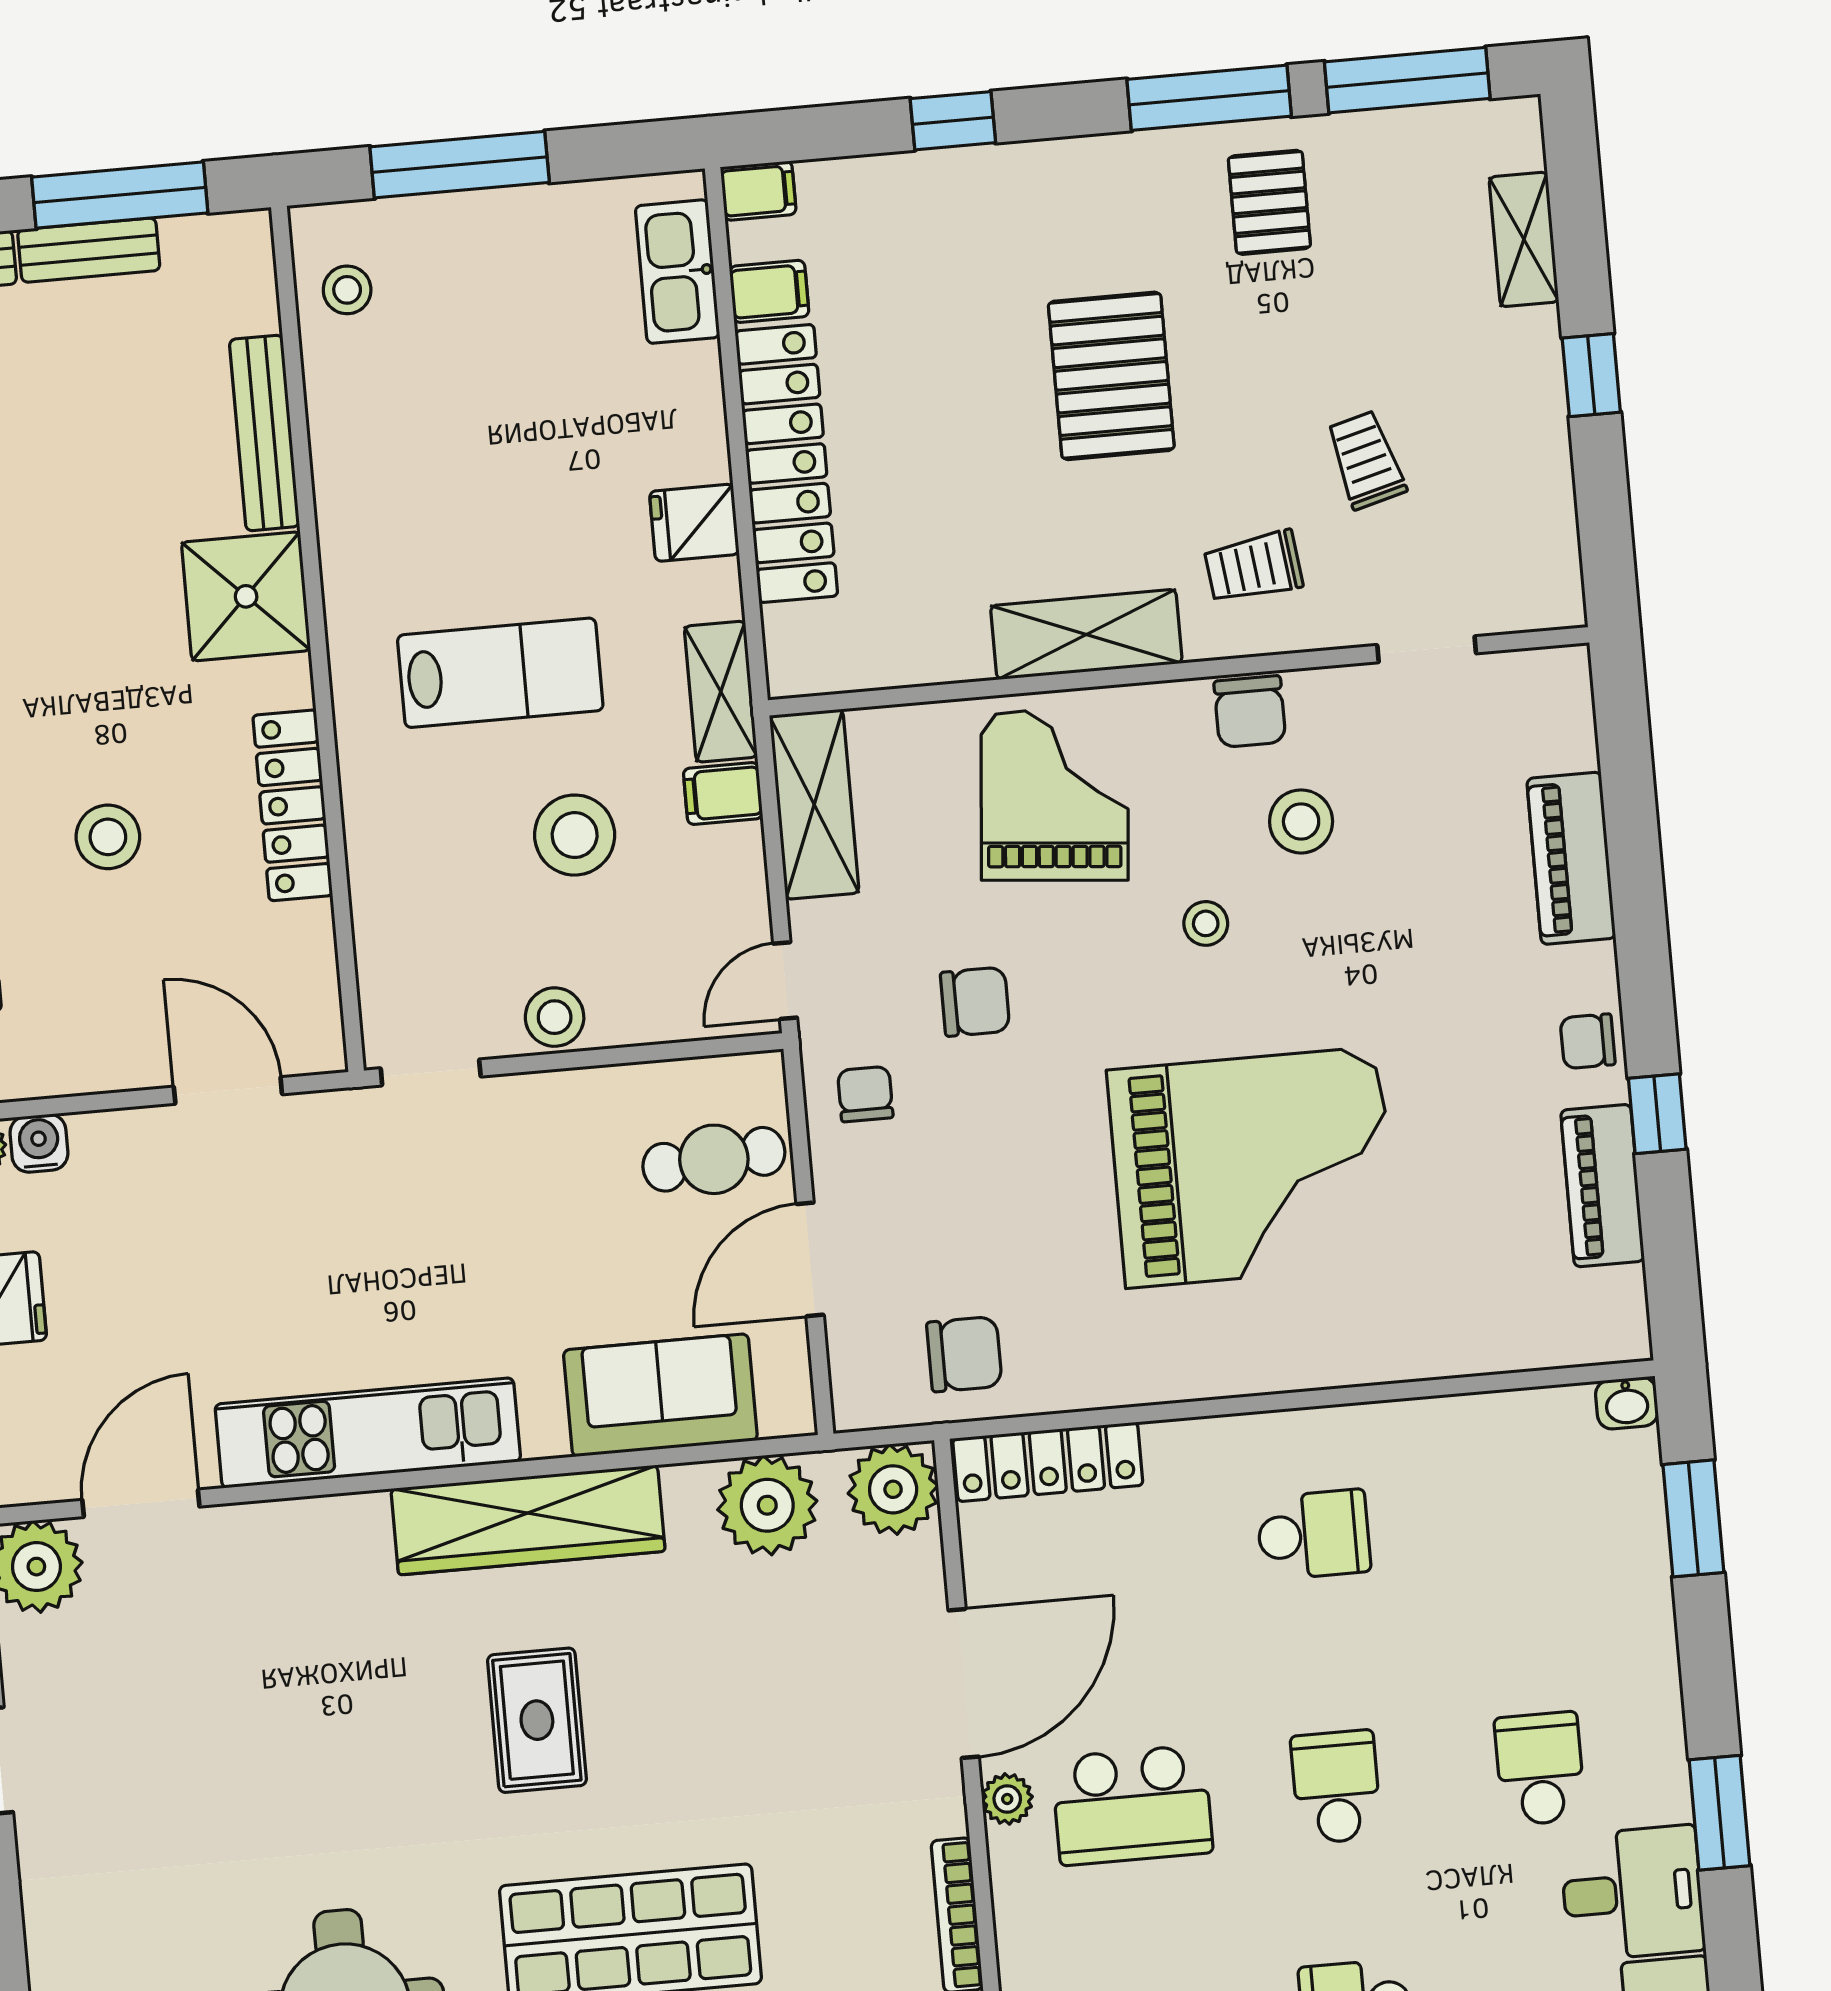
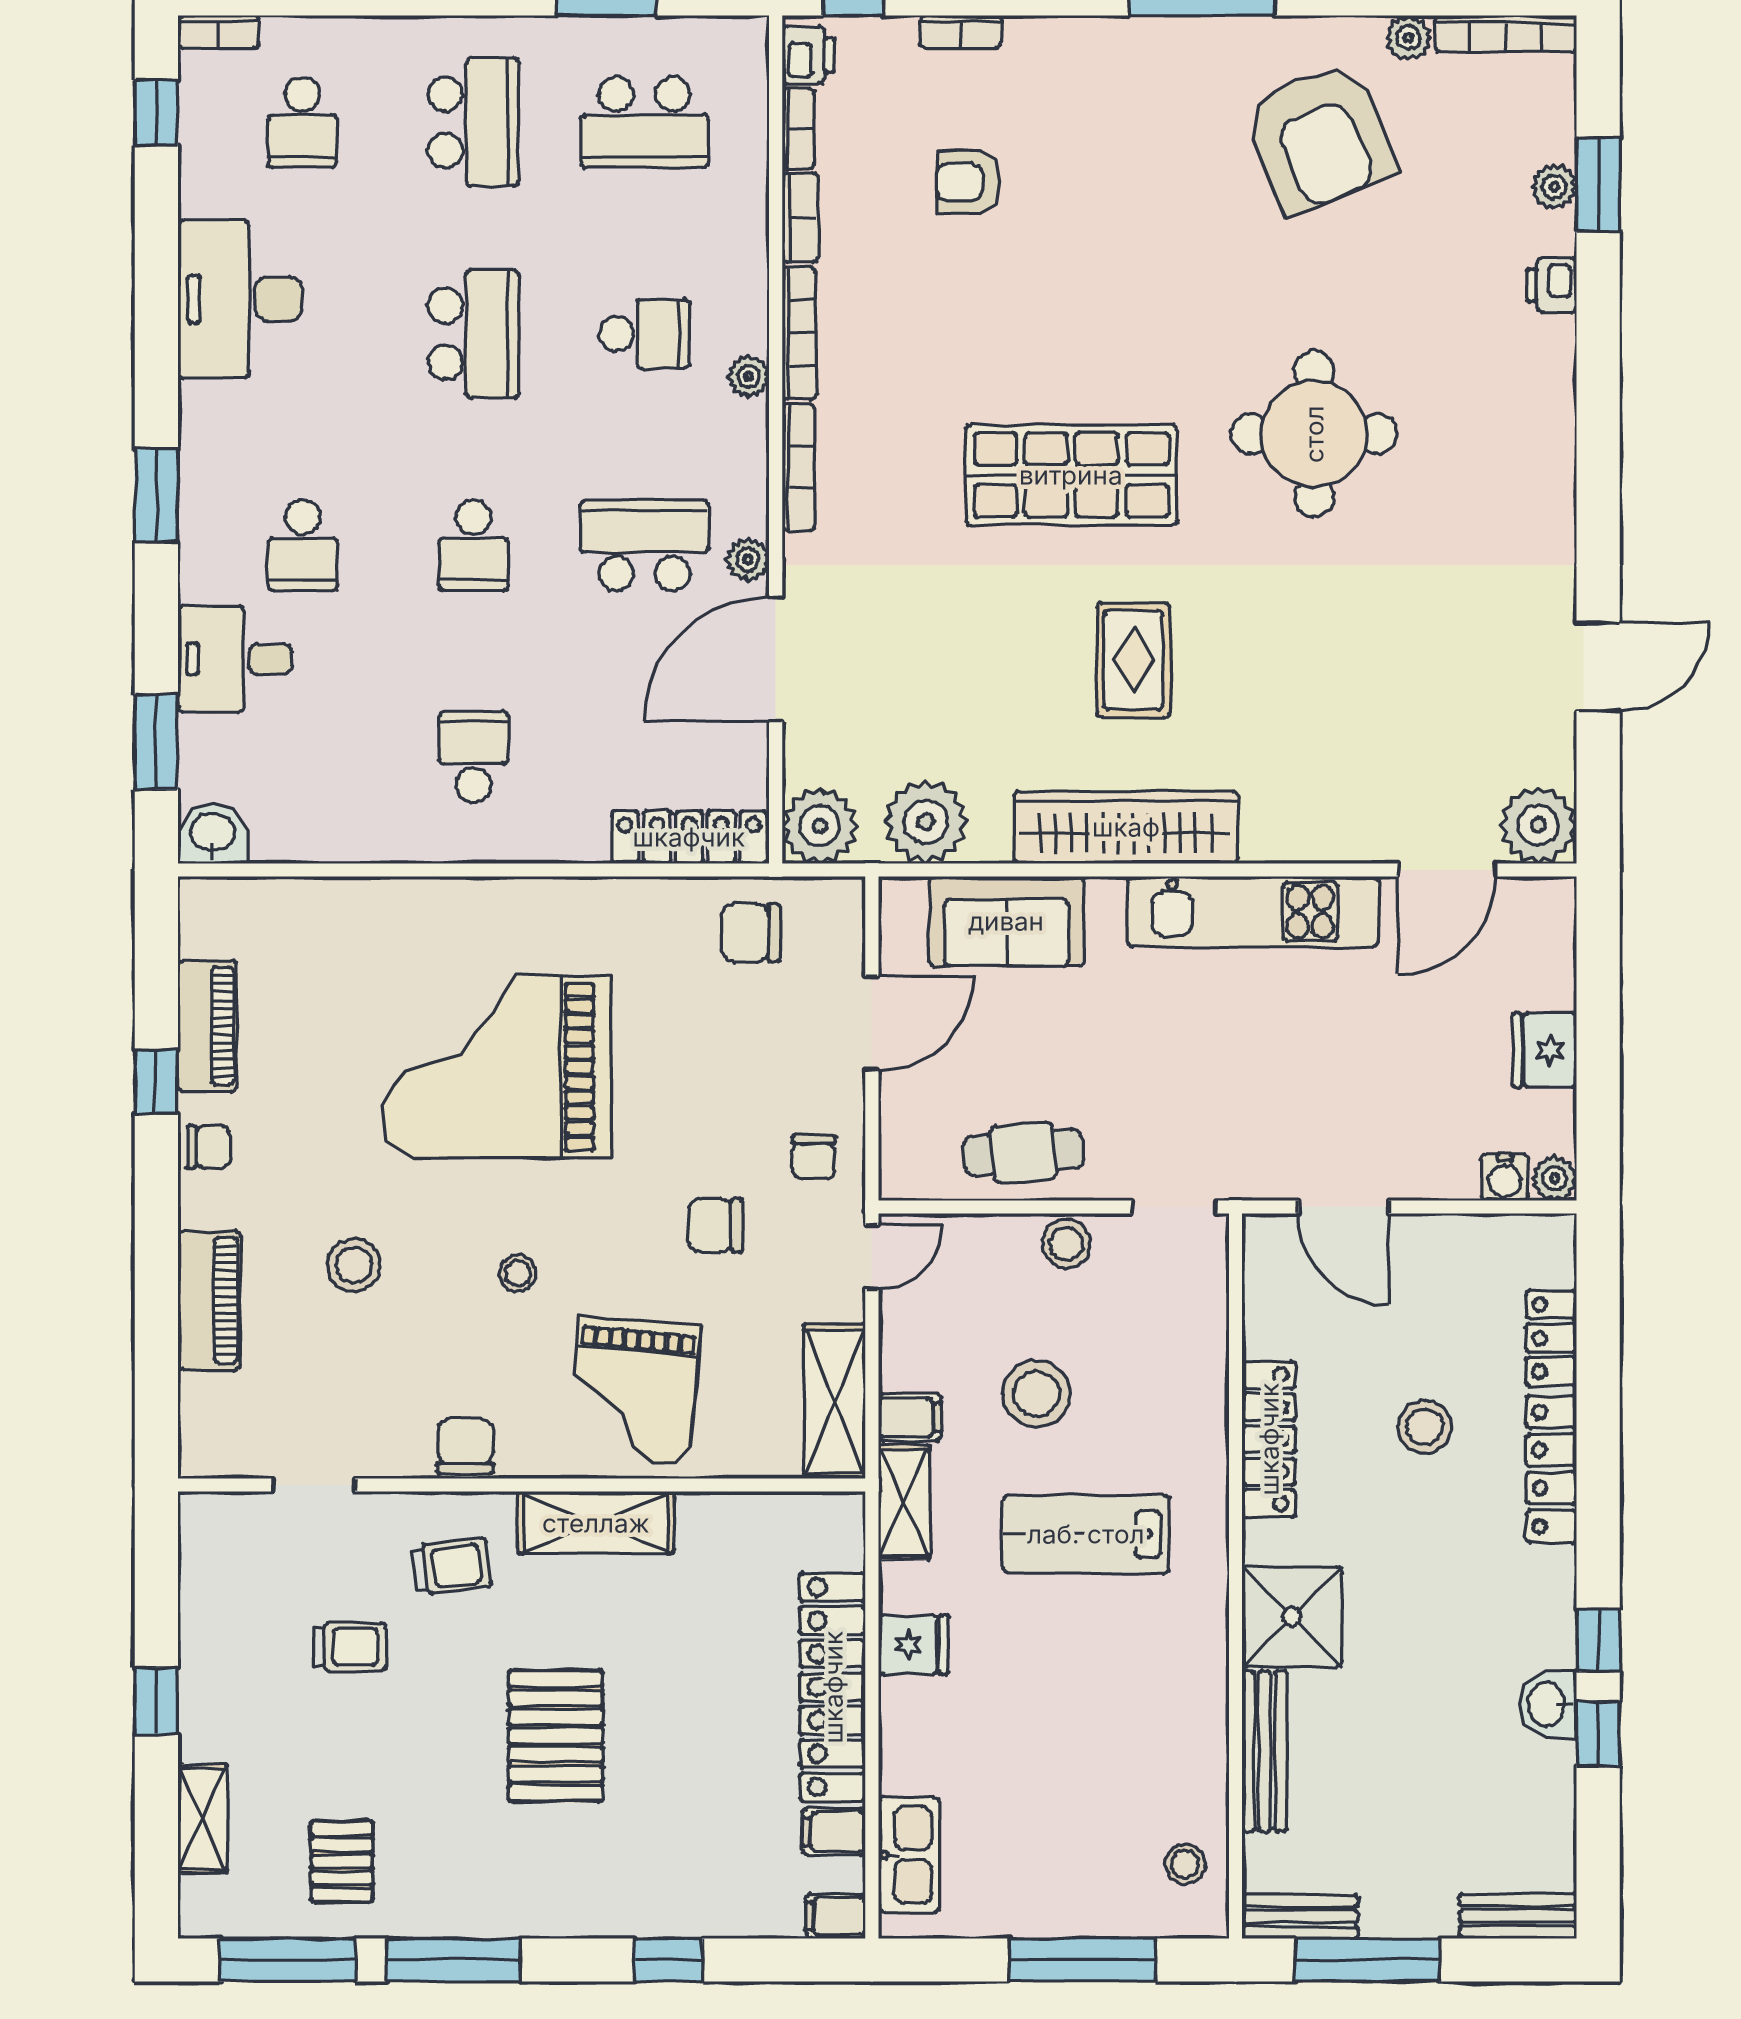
pallet: (1269, 202) -> (342, 1861), moved
bench: (89, 250) -> (1300, 1916), moved
trolley: (1366, 460) -> (350, 1647), turned -75
stool: (1301, 821) -> (354, 1265), moved
cafe table: (714, 1159) -> (1023, 1152), moved
washbasin: (1627, 1403) -> (213, 834), width x1.38, depth x1.45
school desk: (1314, 1535) -> (473, 757), turned 90
desk: (1632, 1893) -> (235, 659), moved

